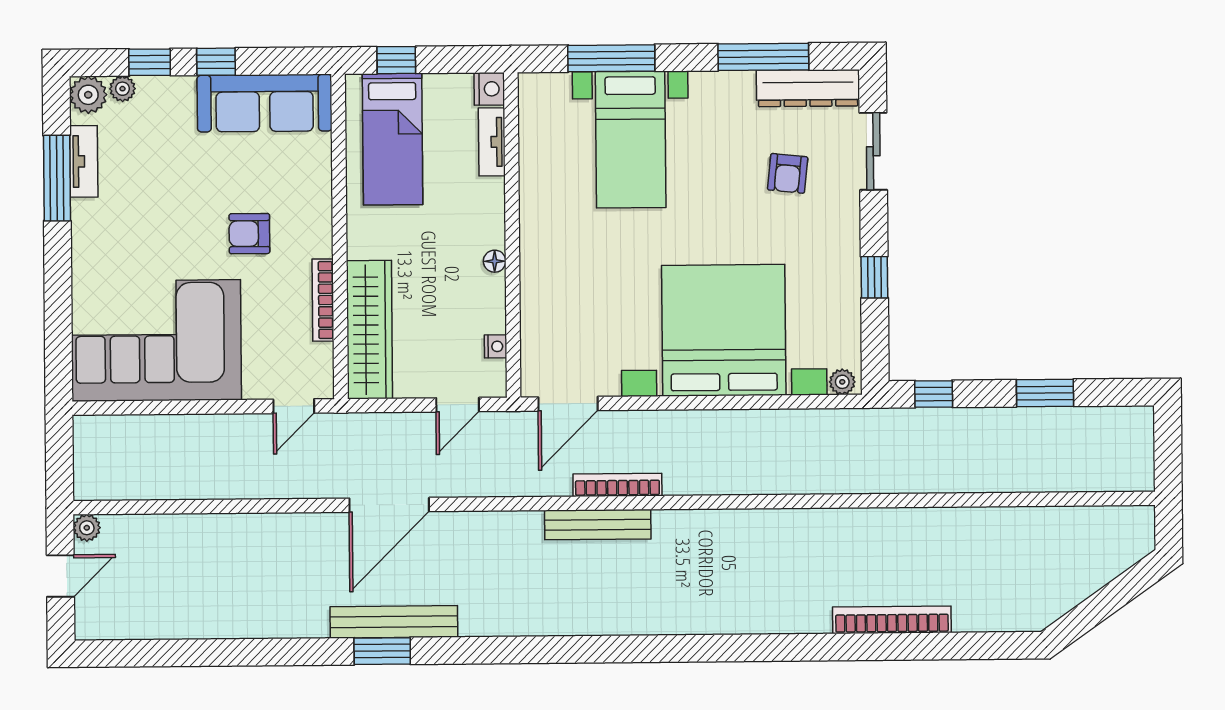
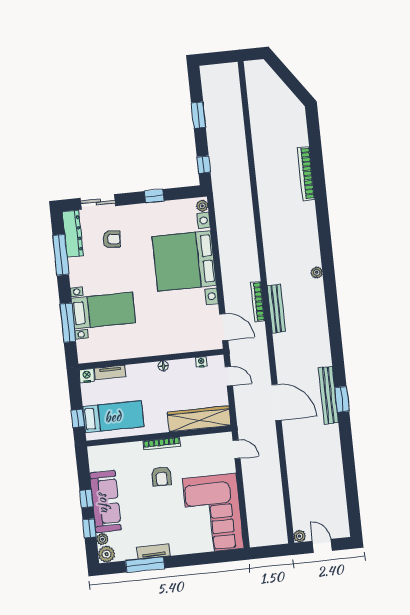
sofa: (265, 103) -> (105, 502), moved
tv unit: (84, 161) -> (153, 551), moved
bookcase: (323, 300) -> (162, 444), moved
plant: (670, 622) -> (317, 272), added

